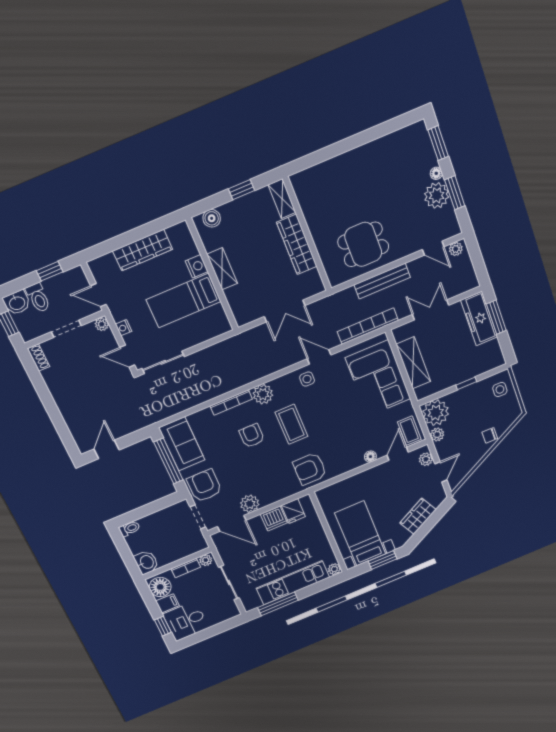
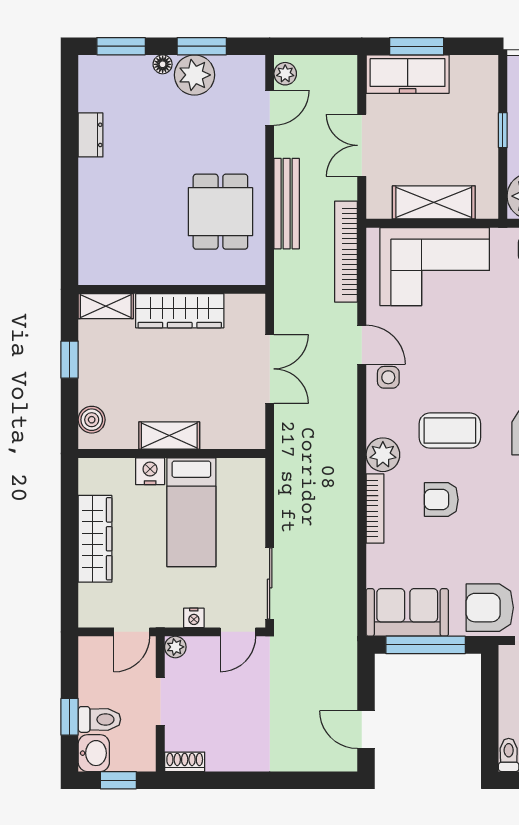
dresser: (379, 146) -> (91, 135), added
window: (50, 271) -> (70, 717), moved
door: (319, 357) -> (362, 345), swing flipped

